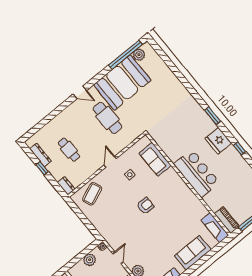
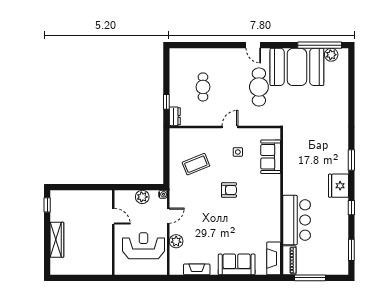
dresser: (41, 155) -> (175, 71), removed
window: (42, 168) -> (166, 102), moved
bar counter: (197, 173) -> (297, 220), moved
coffee table: (92, 194) -> (196, 164), moved

